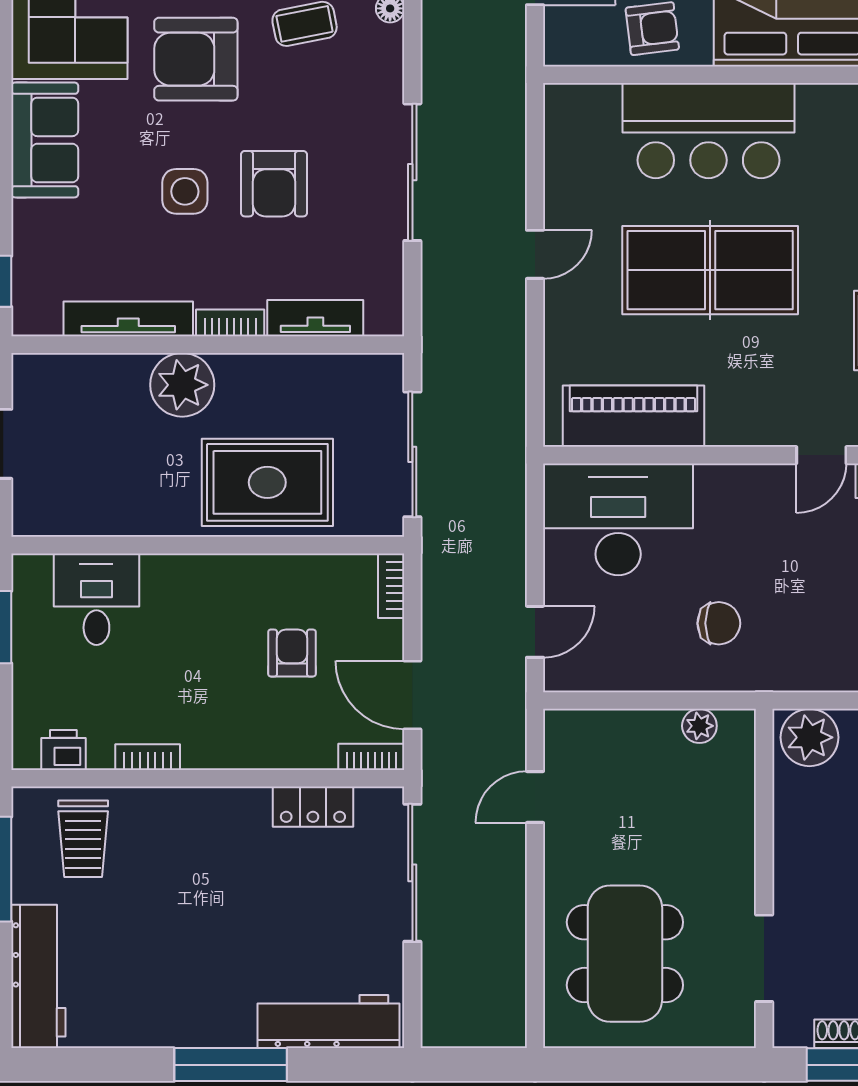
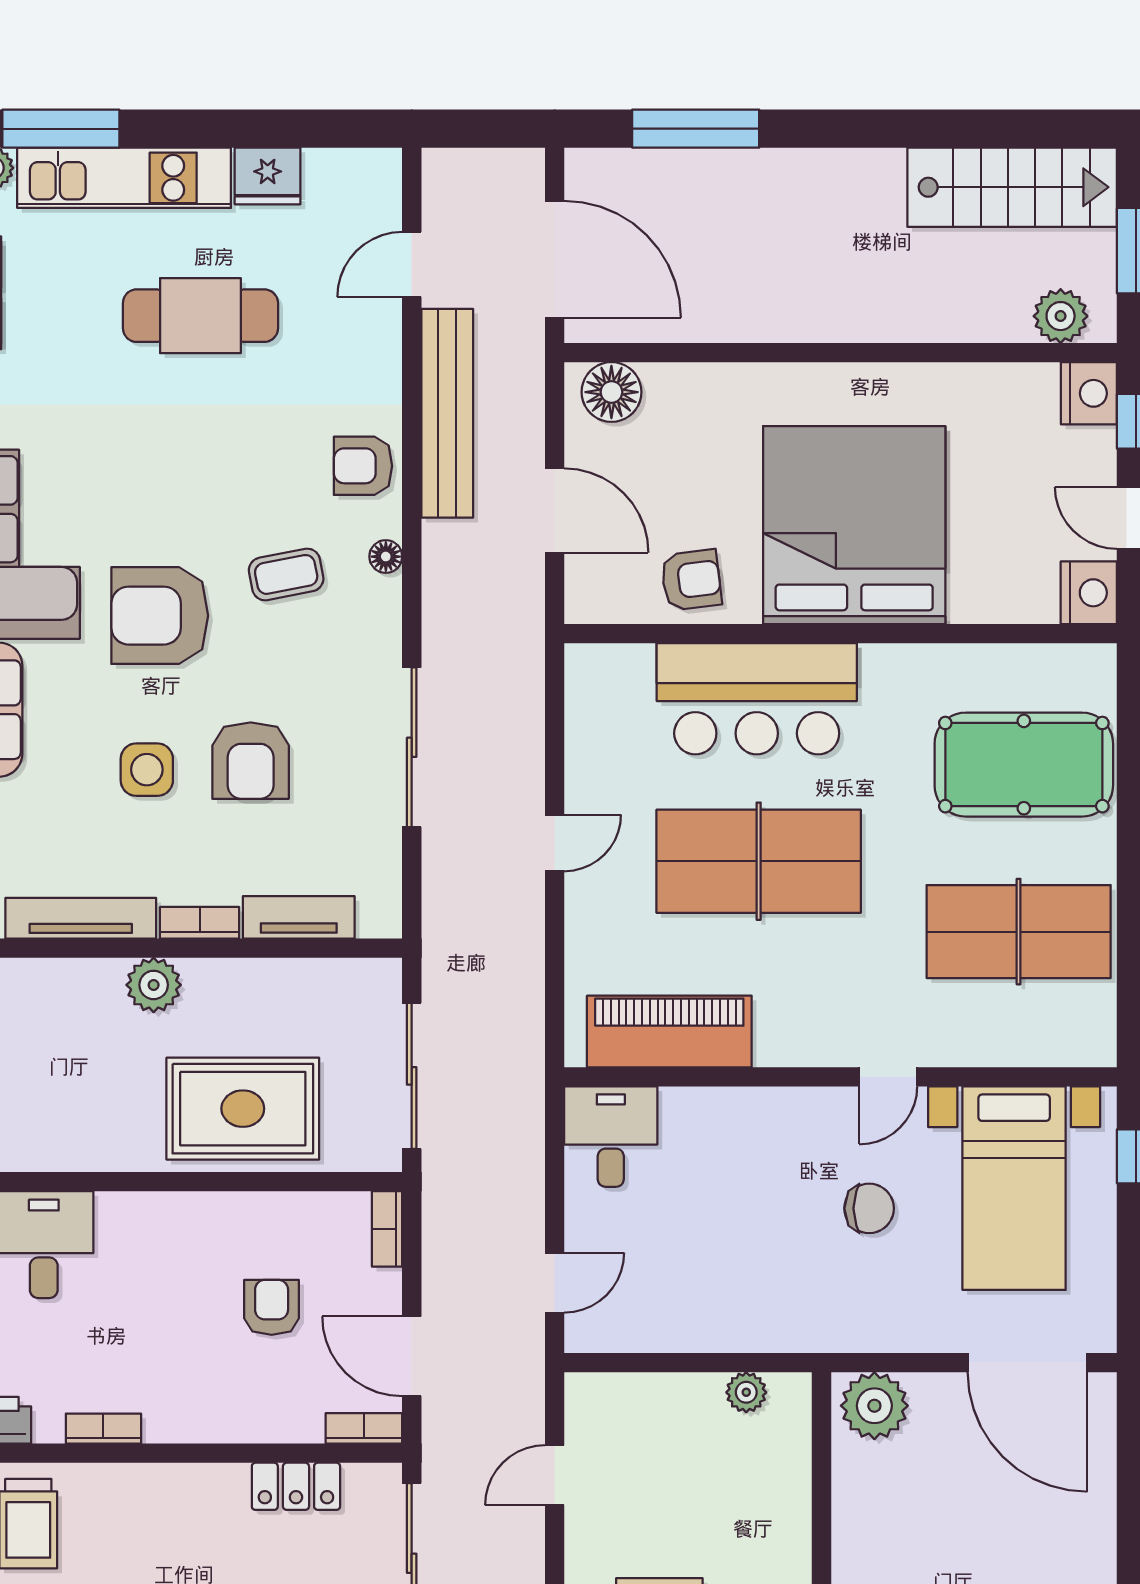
plant: (182, 385) -> (154, 985), width x0.73, depth x0.73
desk: (618, 519) -> (611, 1137), width x0.53, depth x0.77
chair: (719, 623) -> (869, 1208), moved

